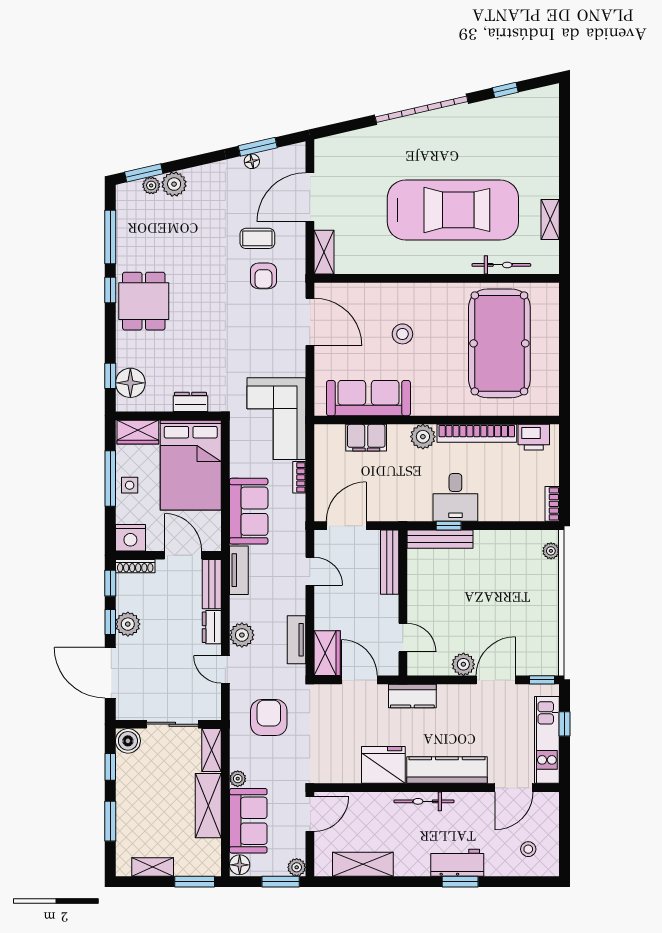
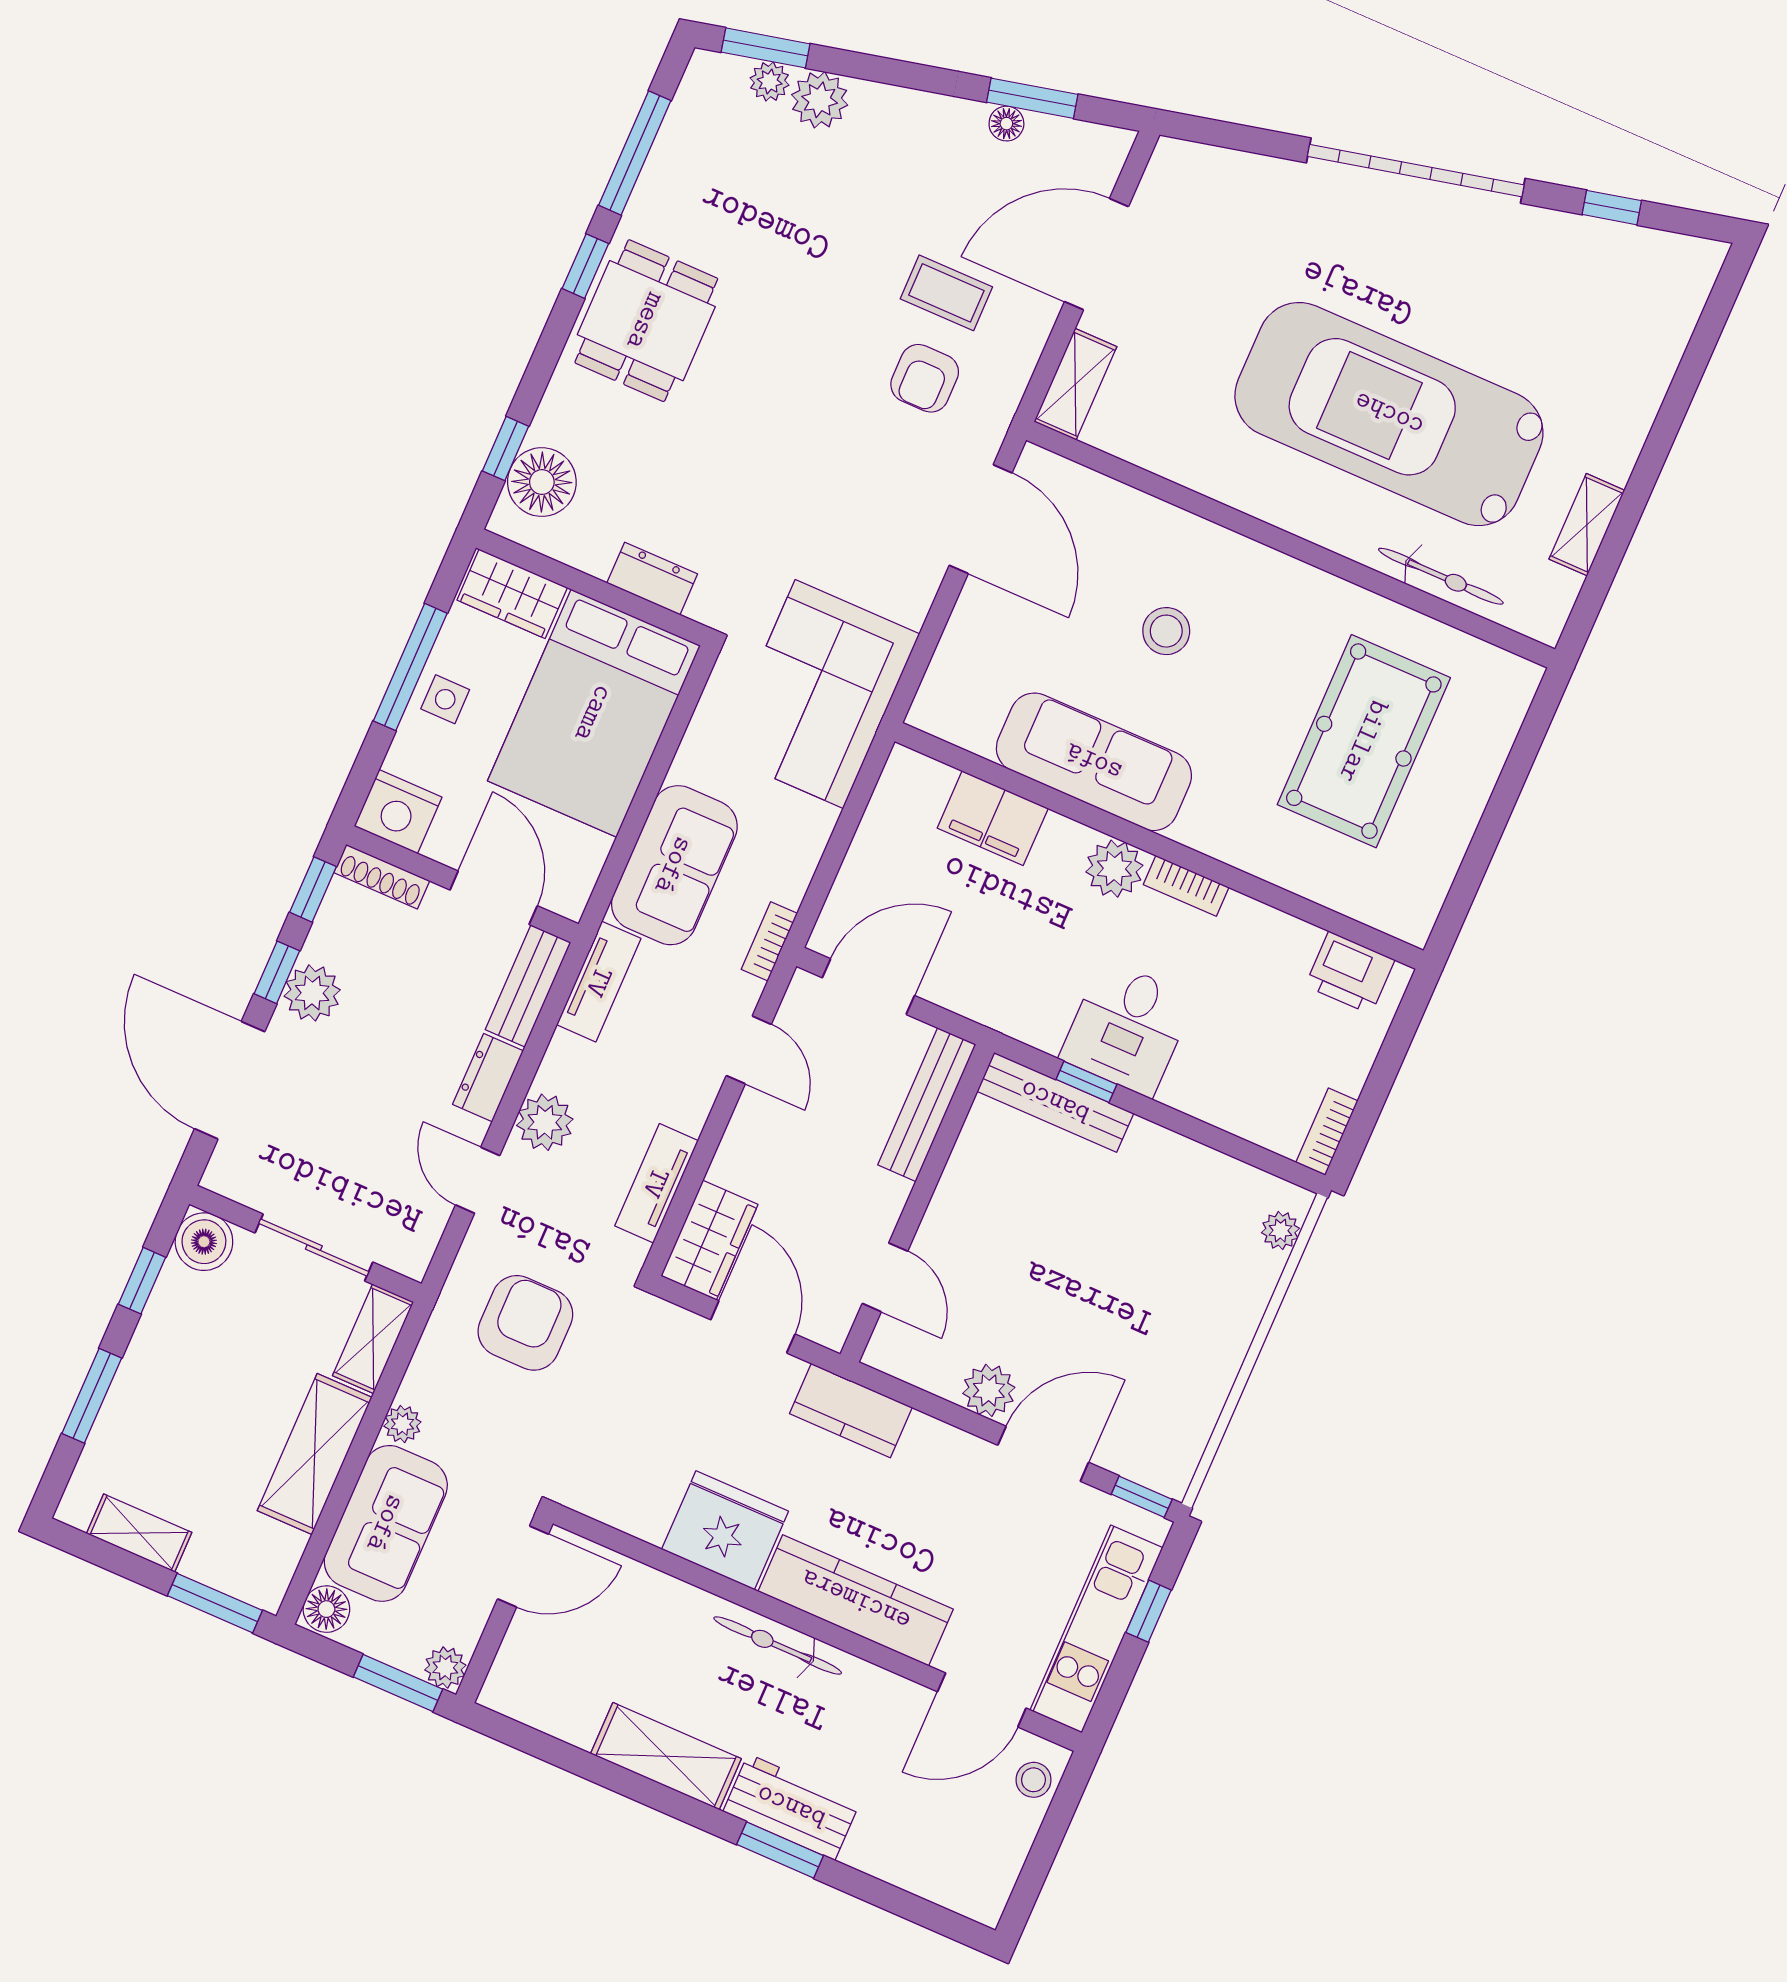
car: (453, 210) -> (1389, 414), turned 180
pool table: (499, 343) -> (1364, 741), width x0.73, depth x0.76
sofa: (368, 398) -> (1094, 762), moved
bookcase: (477, 433) -> (1186, 886), width x0.43, depth x0.76
bookcase: (299, 477) -> (769, 941), moved
stool: (528, 849) -> (1033, 1780), moved
shelving: (363, 864) -> (666, 1756), moved

